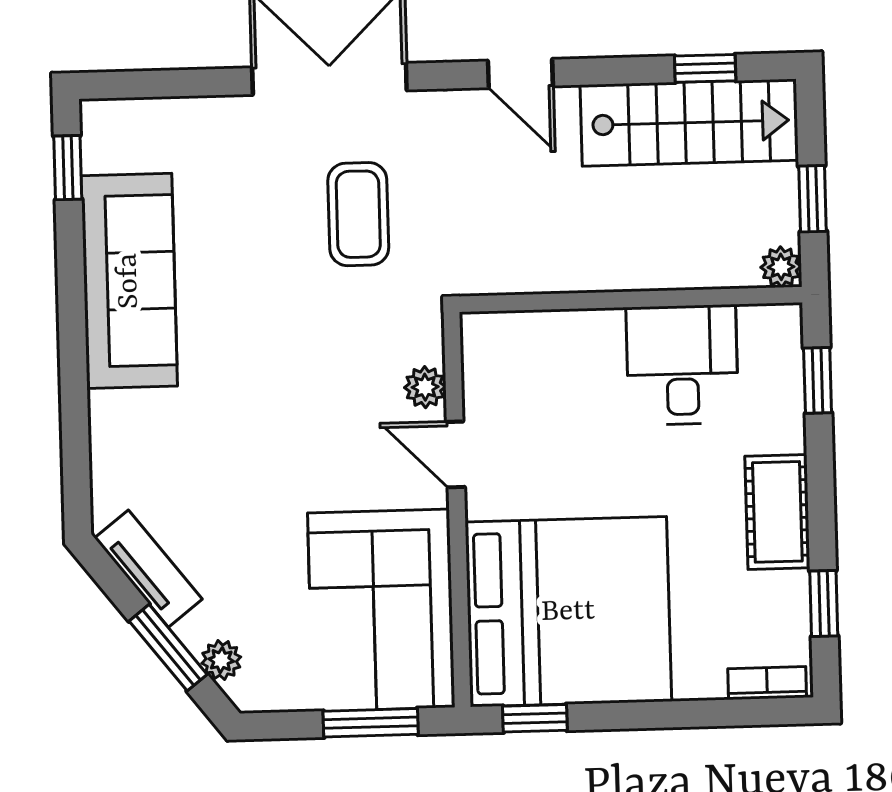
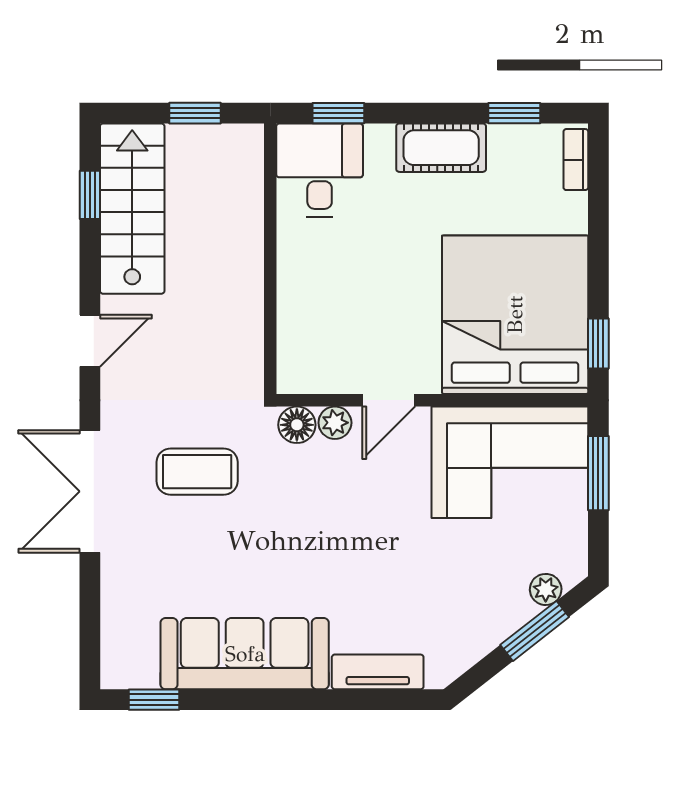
plant: (781, 267) -> (248, 139), removed
floor lamp: (421, 339) -> (297, 425), added
desk: (682, 365) -> (320, 170), moved, turned 90
tv unit: (148, 569) -> (378, 672), moved, turned 38

